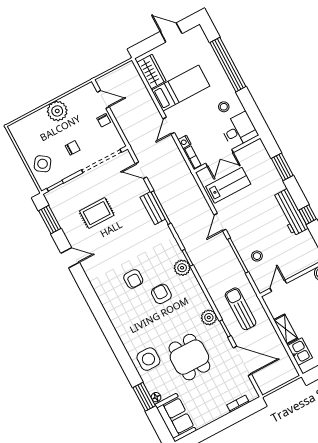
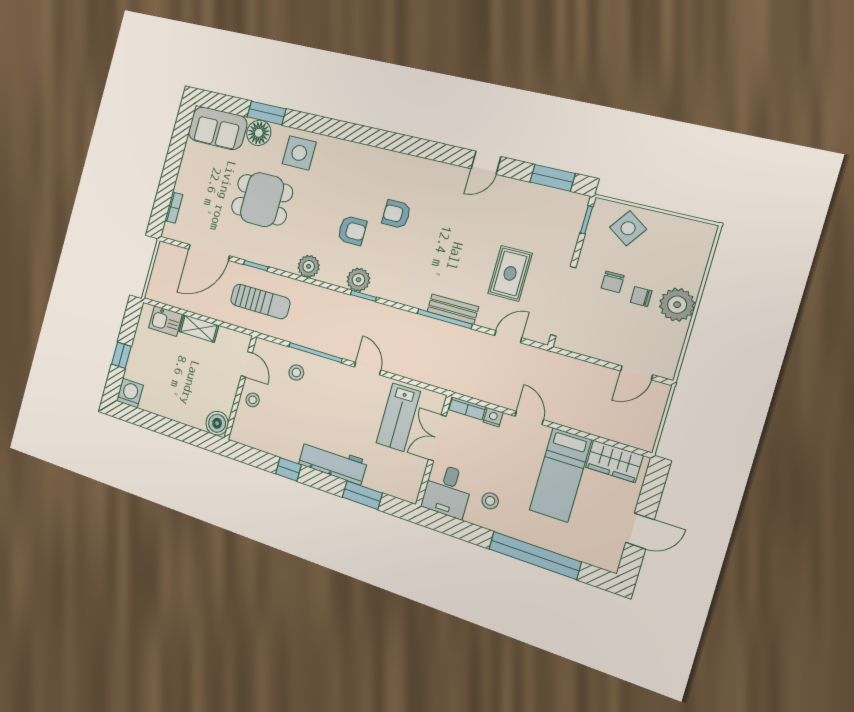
chair: (104, 120) -> (641, 297), moved
workbench: (290, 212) -> (333, 462), moved
rug: (97, 213) -> (510, 273), moved
stool: (293, 266) -> (253, 400), added
plant: (209, 317) -> (309, 266), moved
floor lamp: (156, 397) -> (259, 133), width x1.89, depth x1.89

